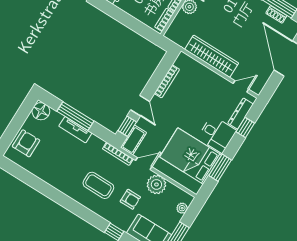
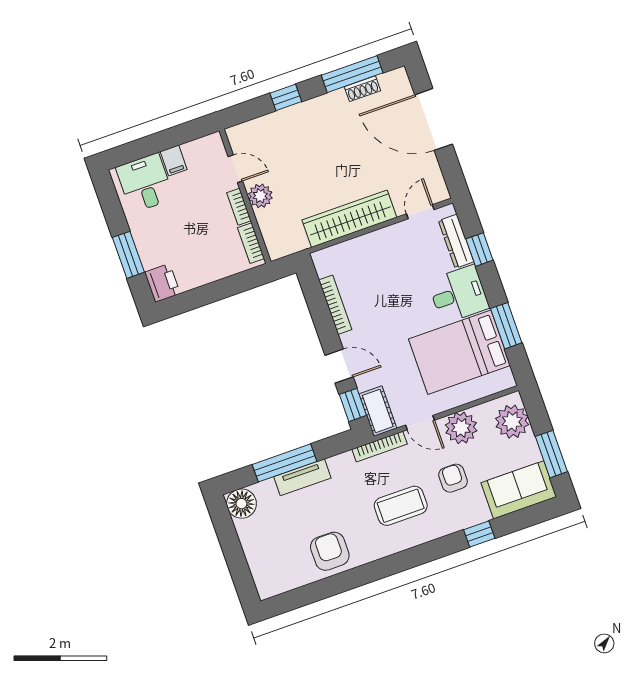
armchair: (26, 143) -> (330, 551), moved
door: (144, 164) -> (420, 423), swing flipped
armchair: (130, 199) -> (453, 478), turned -90
plant: (182, 208) -> (512, 422), width x1.88, depth x1.88

